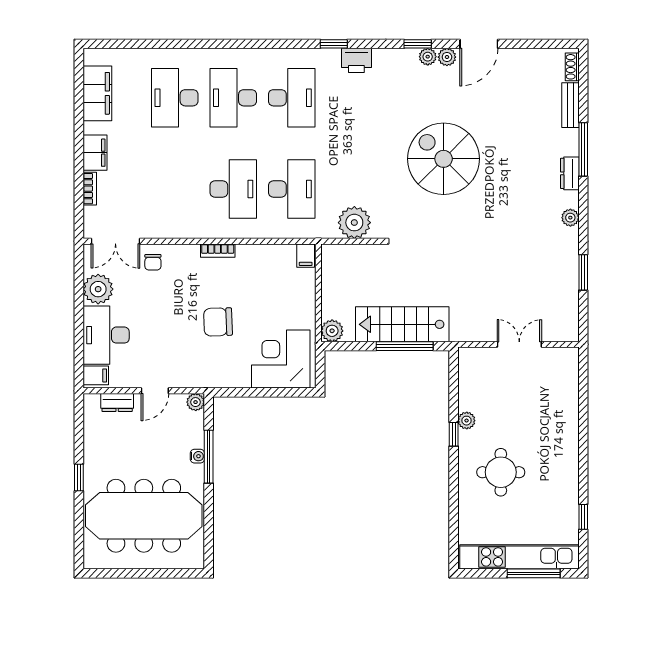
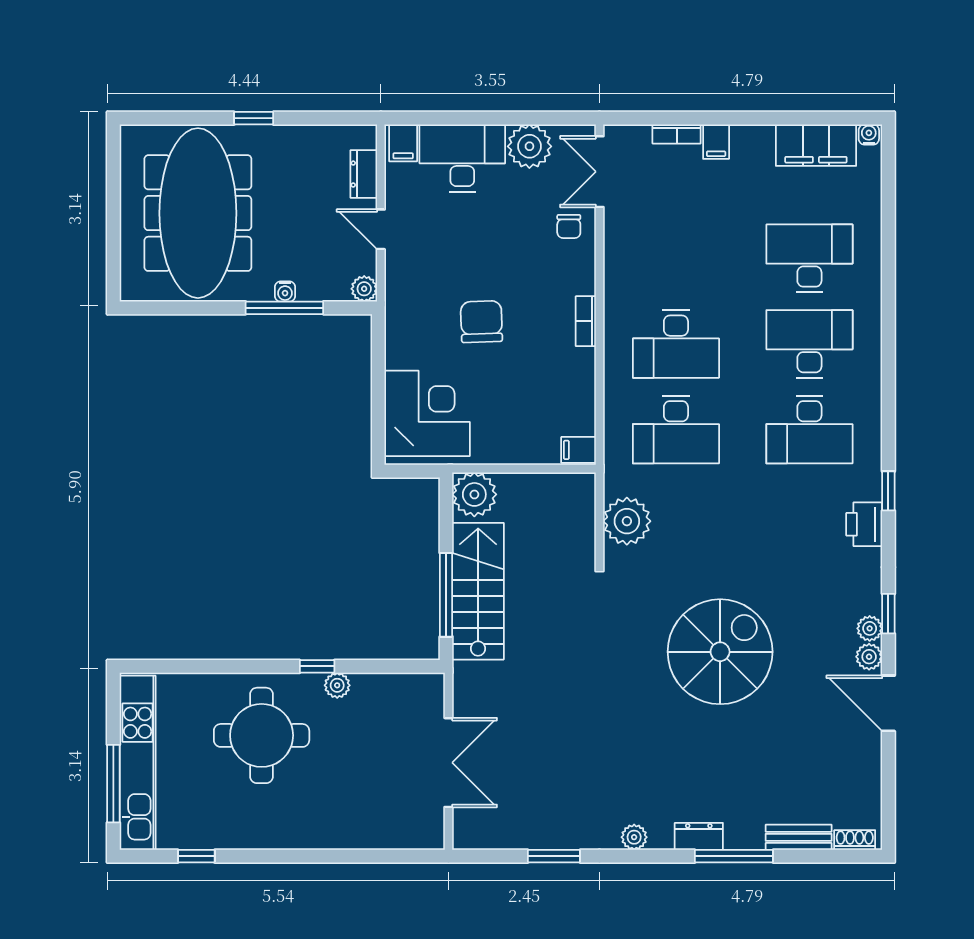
water cooler: (90, 57) -> (869, 134), added
filing cabinet: (95, 153) -> (716, 142), width x0.50
chair: (153, 262) -> (569, 226), turned -90
plant: (332, 331) -> (474, 494), width x1.36, depth x1.36
double door: (519, 344) -> (449, 763), width x1.37
round table: (501, 472) -> (262, 735), width x1.36, depth x1.36

